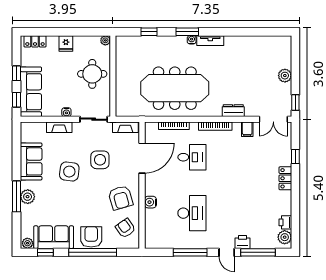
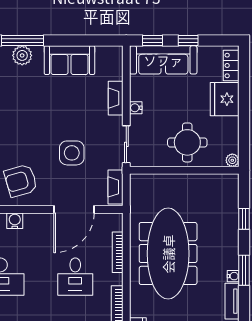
fridge: (66, 43) -> (225, 99), width x1.88, depth x1.34
door: (142, 158) -> (74, 209), hinge flipped
side table: (69, 172) -> (56, 112), removed

